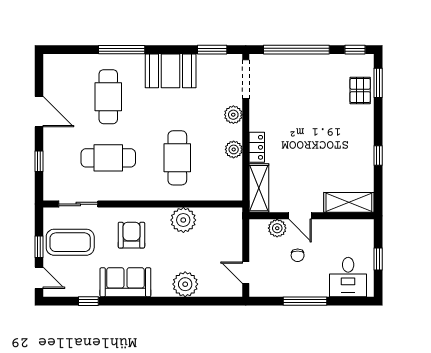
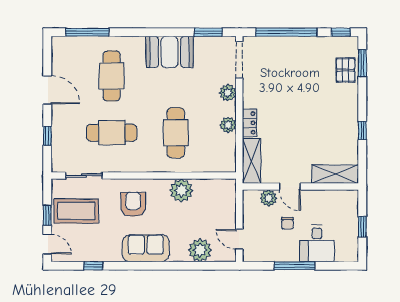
window: (122, 50) -> (87, 32), moved
desk: (348, 277) -> (317, 243), moved
sofa: (125, 282) -> (146, 248), moved
plant: (185, 284) -> (200, 250), moved

